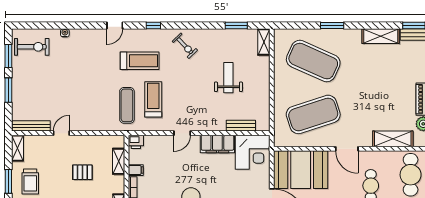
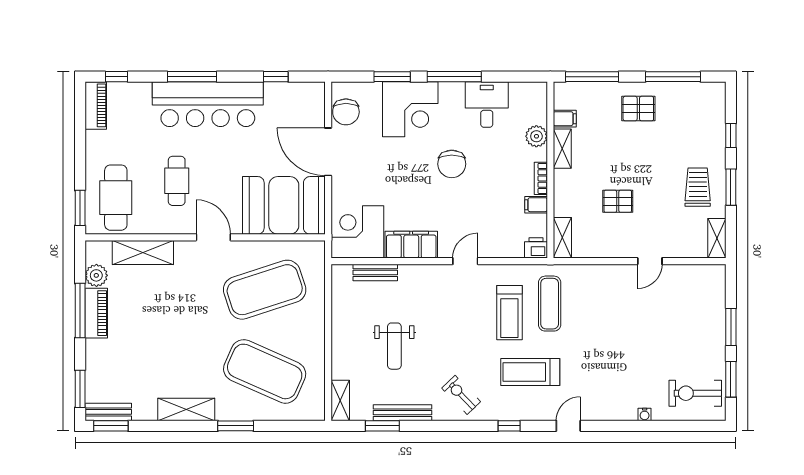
shelving: (381, 36) -> (186, 409), moved
bench: (31, 126) -> (403, 413), moved
shelving: (119, 161) -> (562, 237), moved

